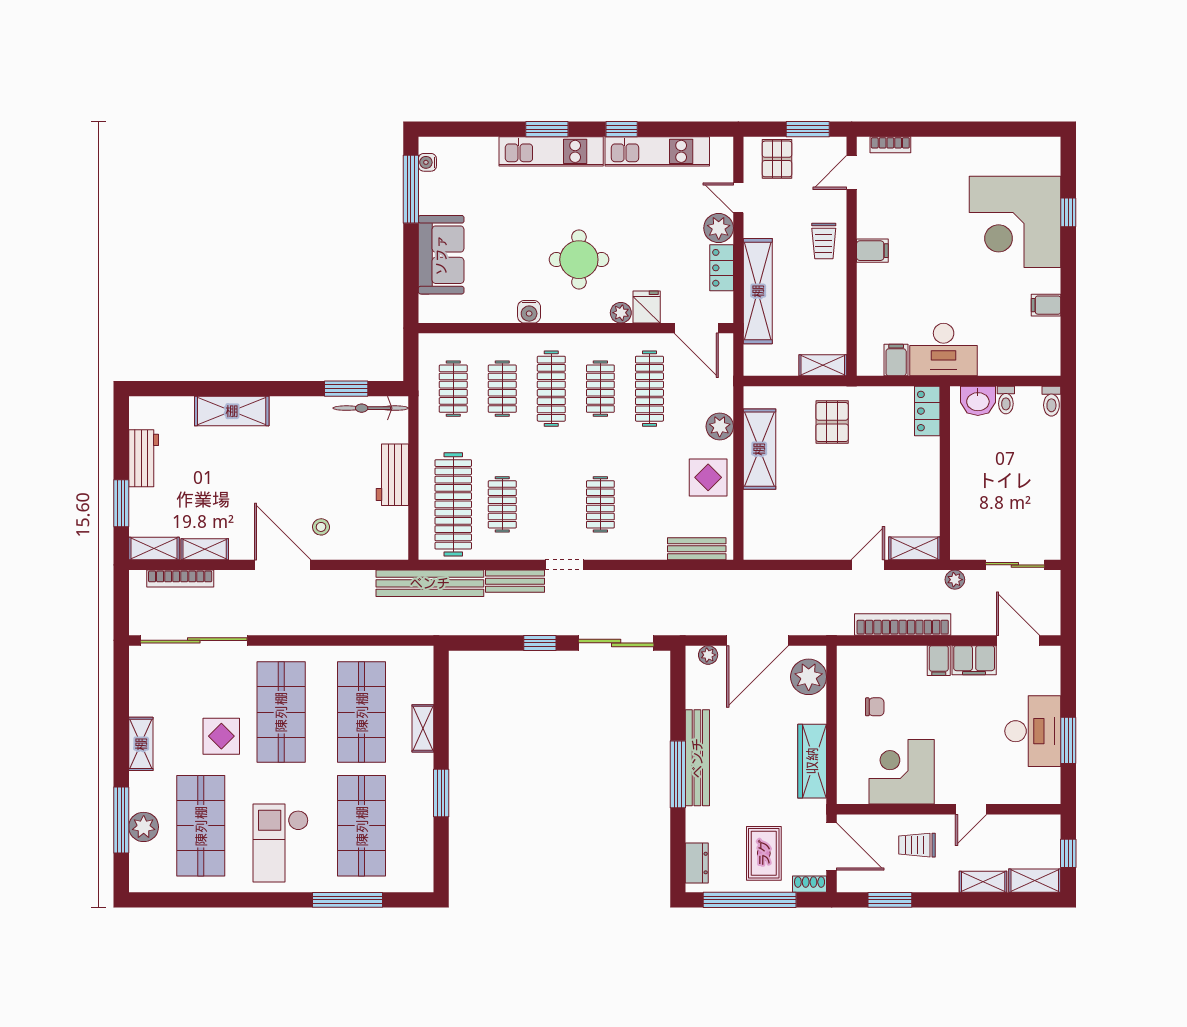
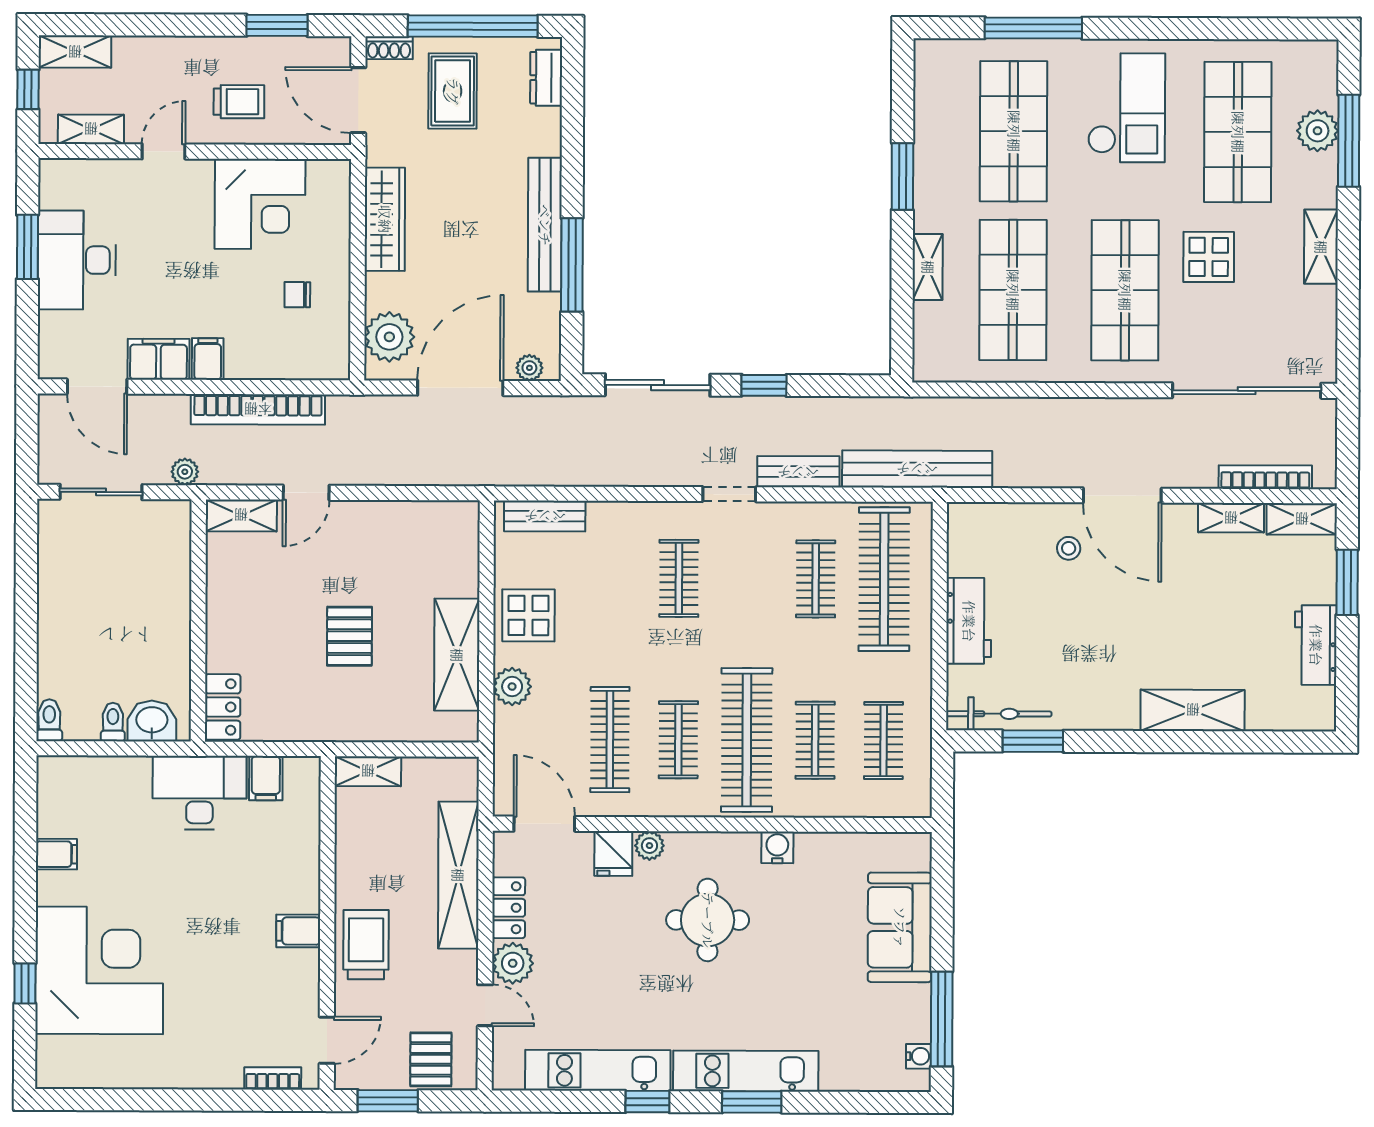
trolley: (824, 241) -> (366, 945), width x1.36, depth x1.39
clothes rail: (551, 389) -> (747, 740), width x1.37, depth x1.31
pallet: (832, 422) -> (349, 636), moved
window: (678, 774) -> (572, 265), moved
shelving: (983, 882) -> (91, 129), moved

